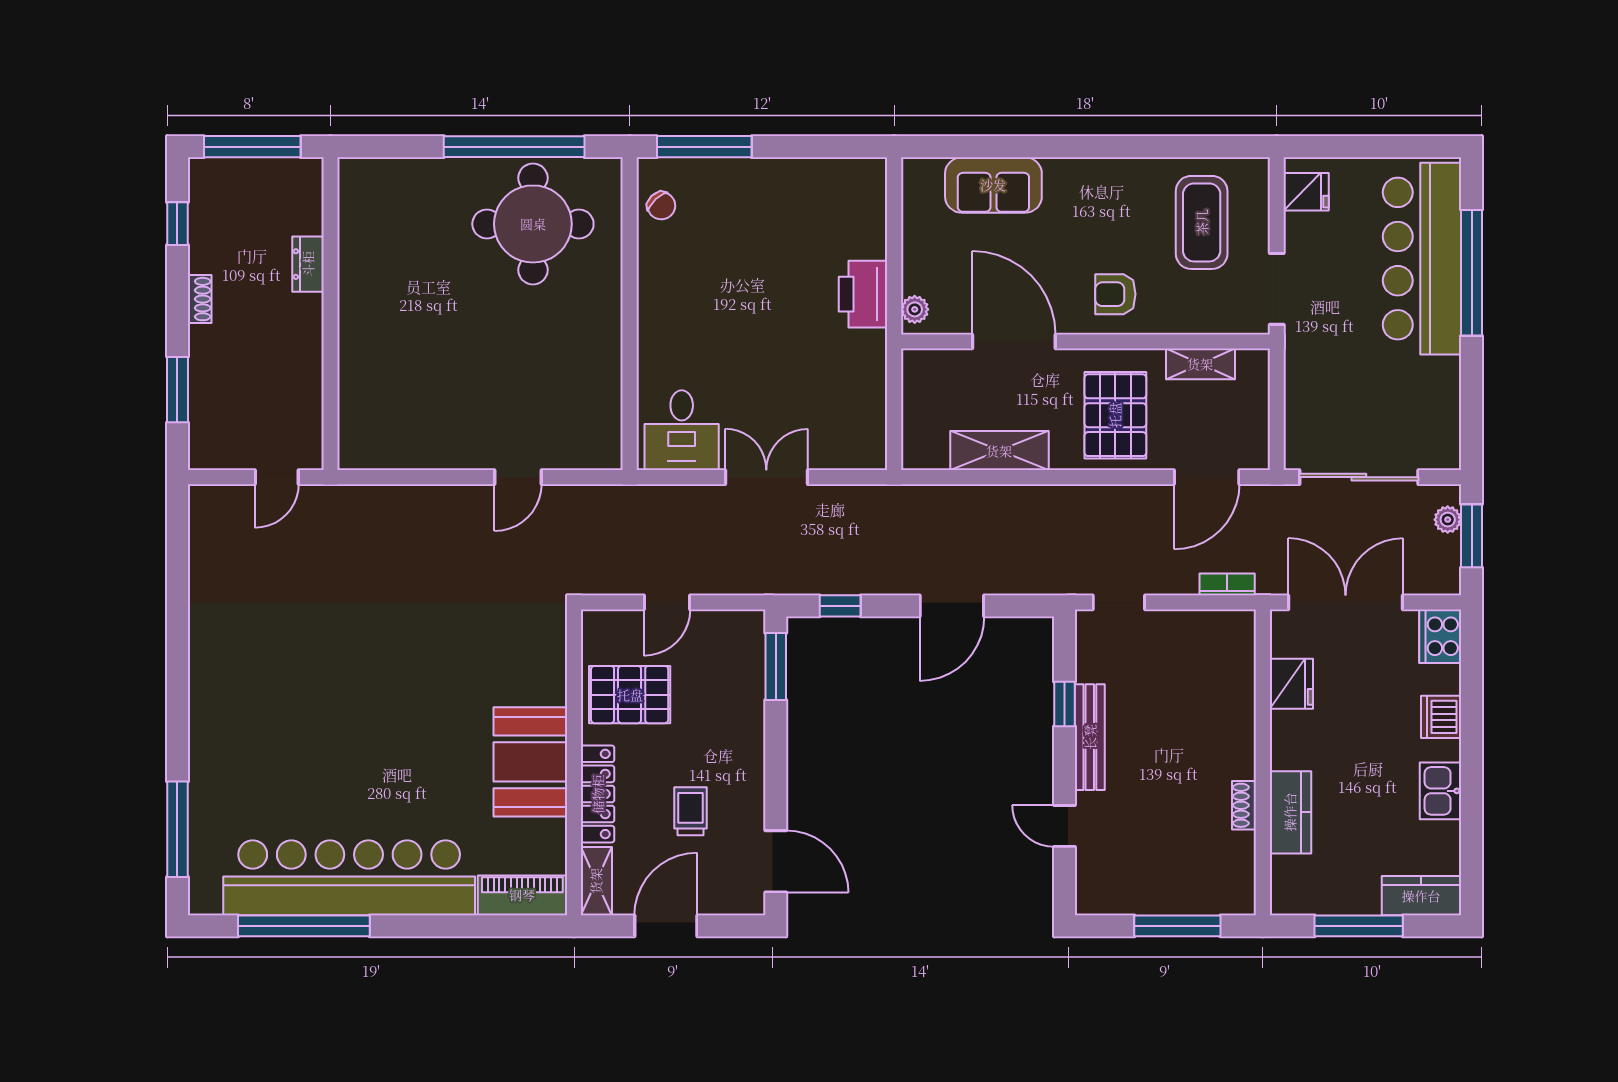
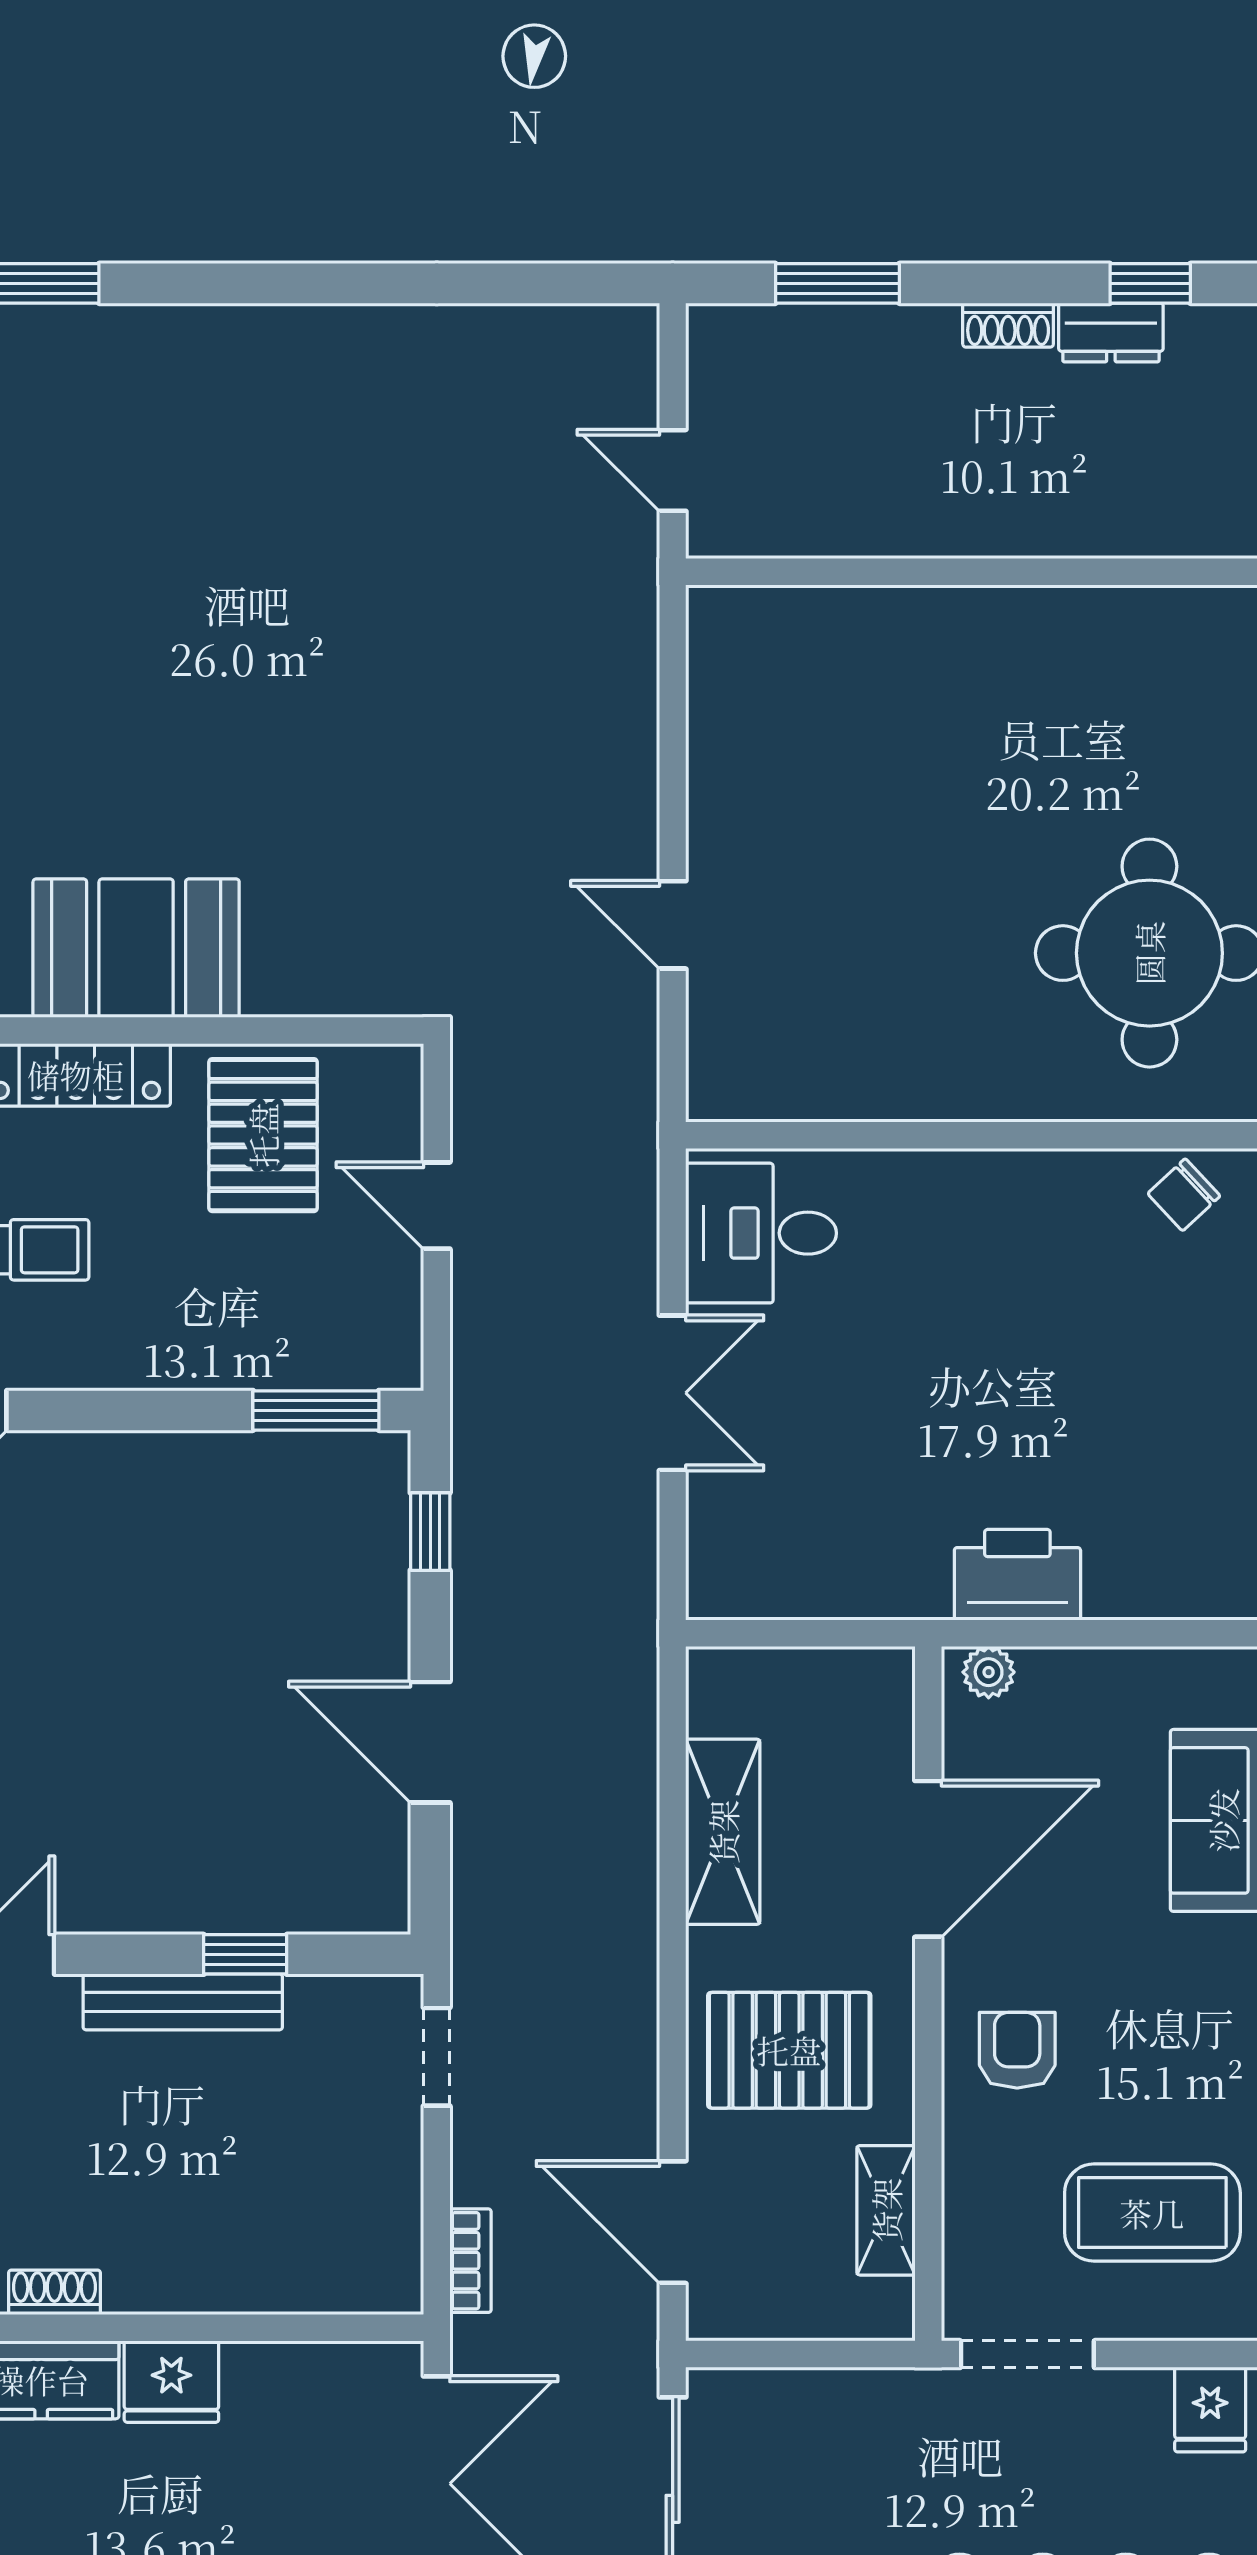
dresser: (308, 264) -> (1111, 332), moved, turned 180
fridge: (1291, 684) -> (171, 2382), moved

